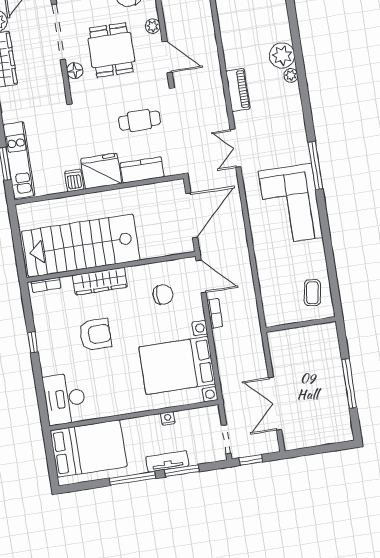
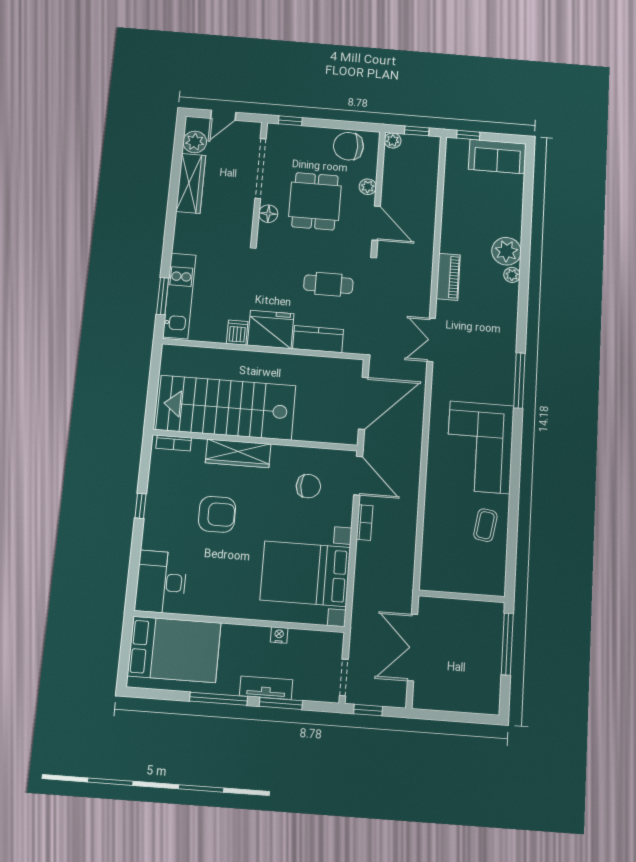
corner sofa: (291, 204) -> (480, 447), moved
wall: (301, 324) -> (462, 596), moved

